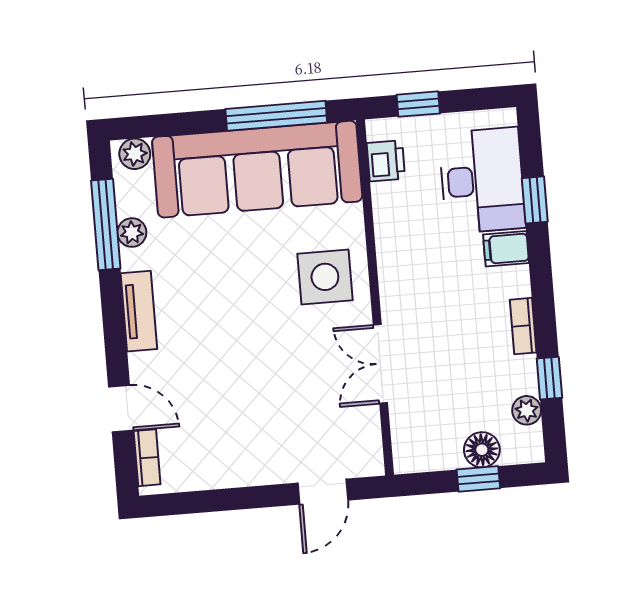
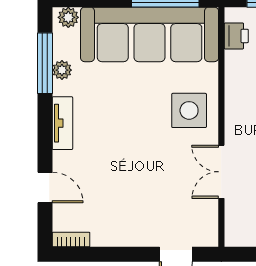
bookcase: (147, 458) -> (71, 240), moved, turned -90

